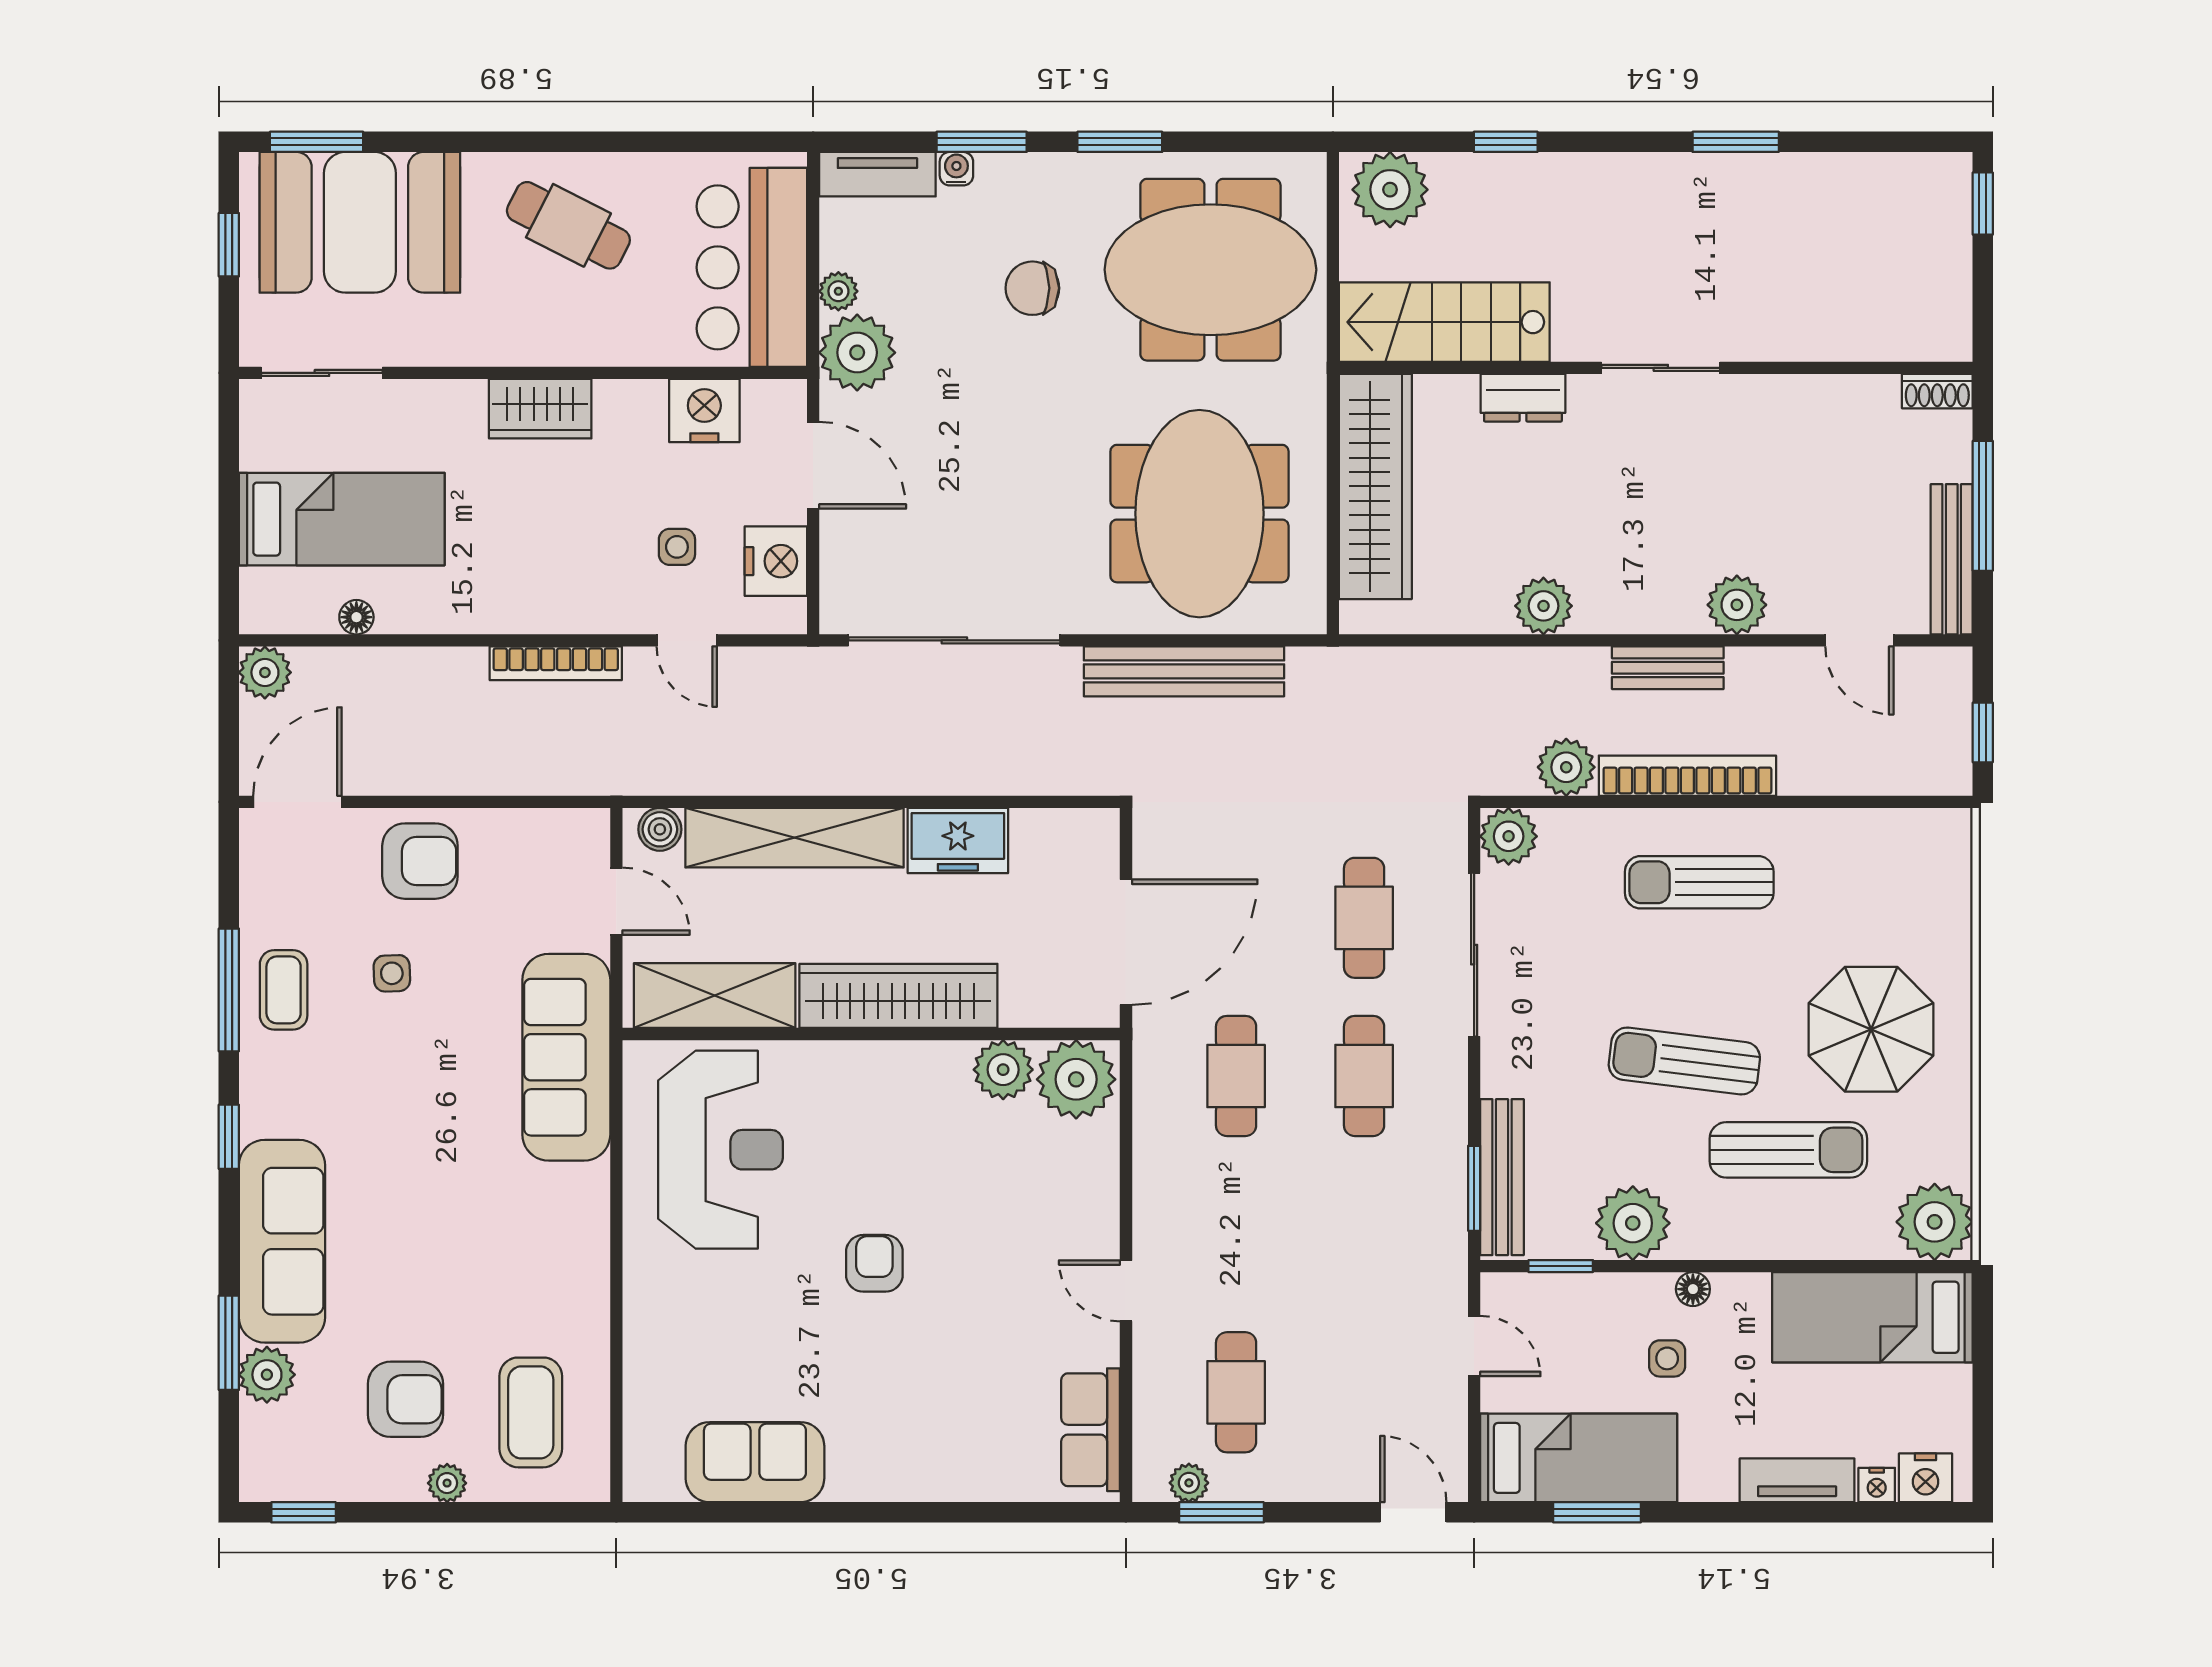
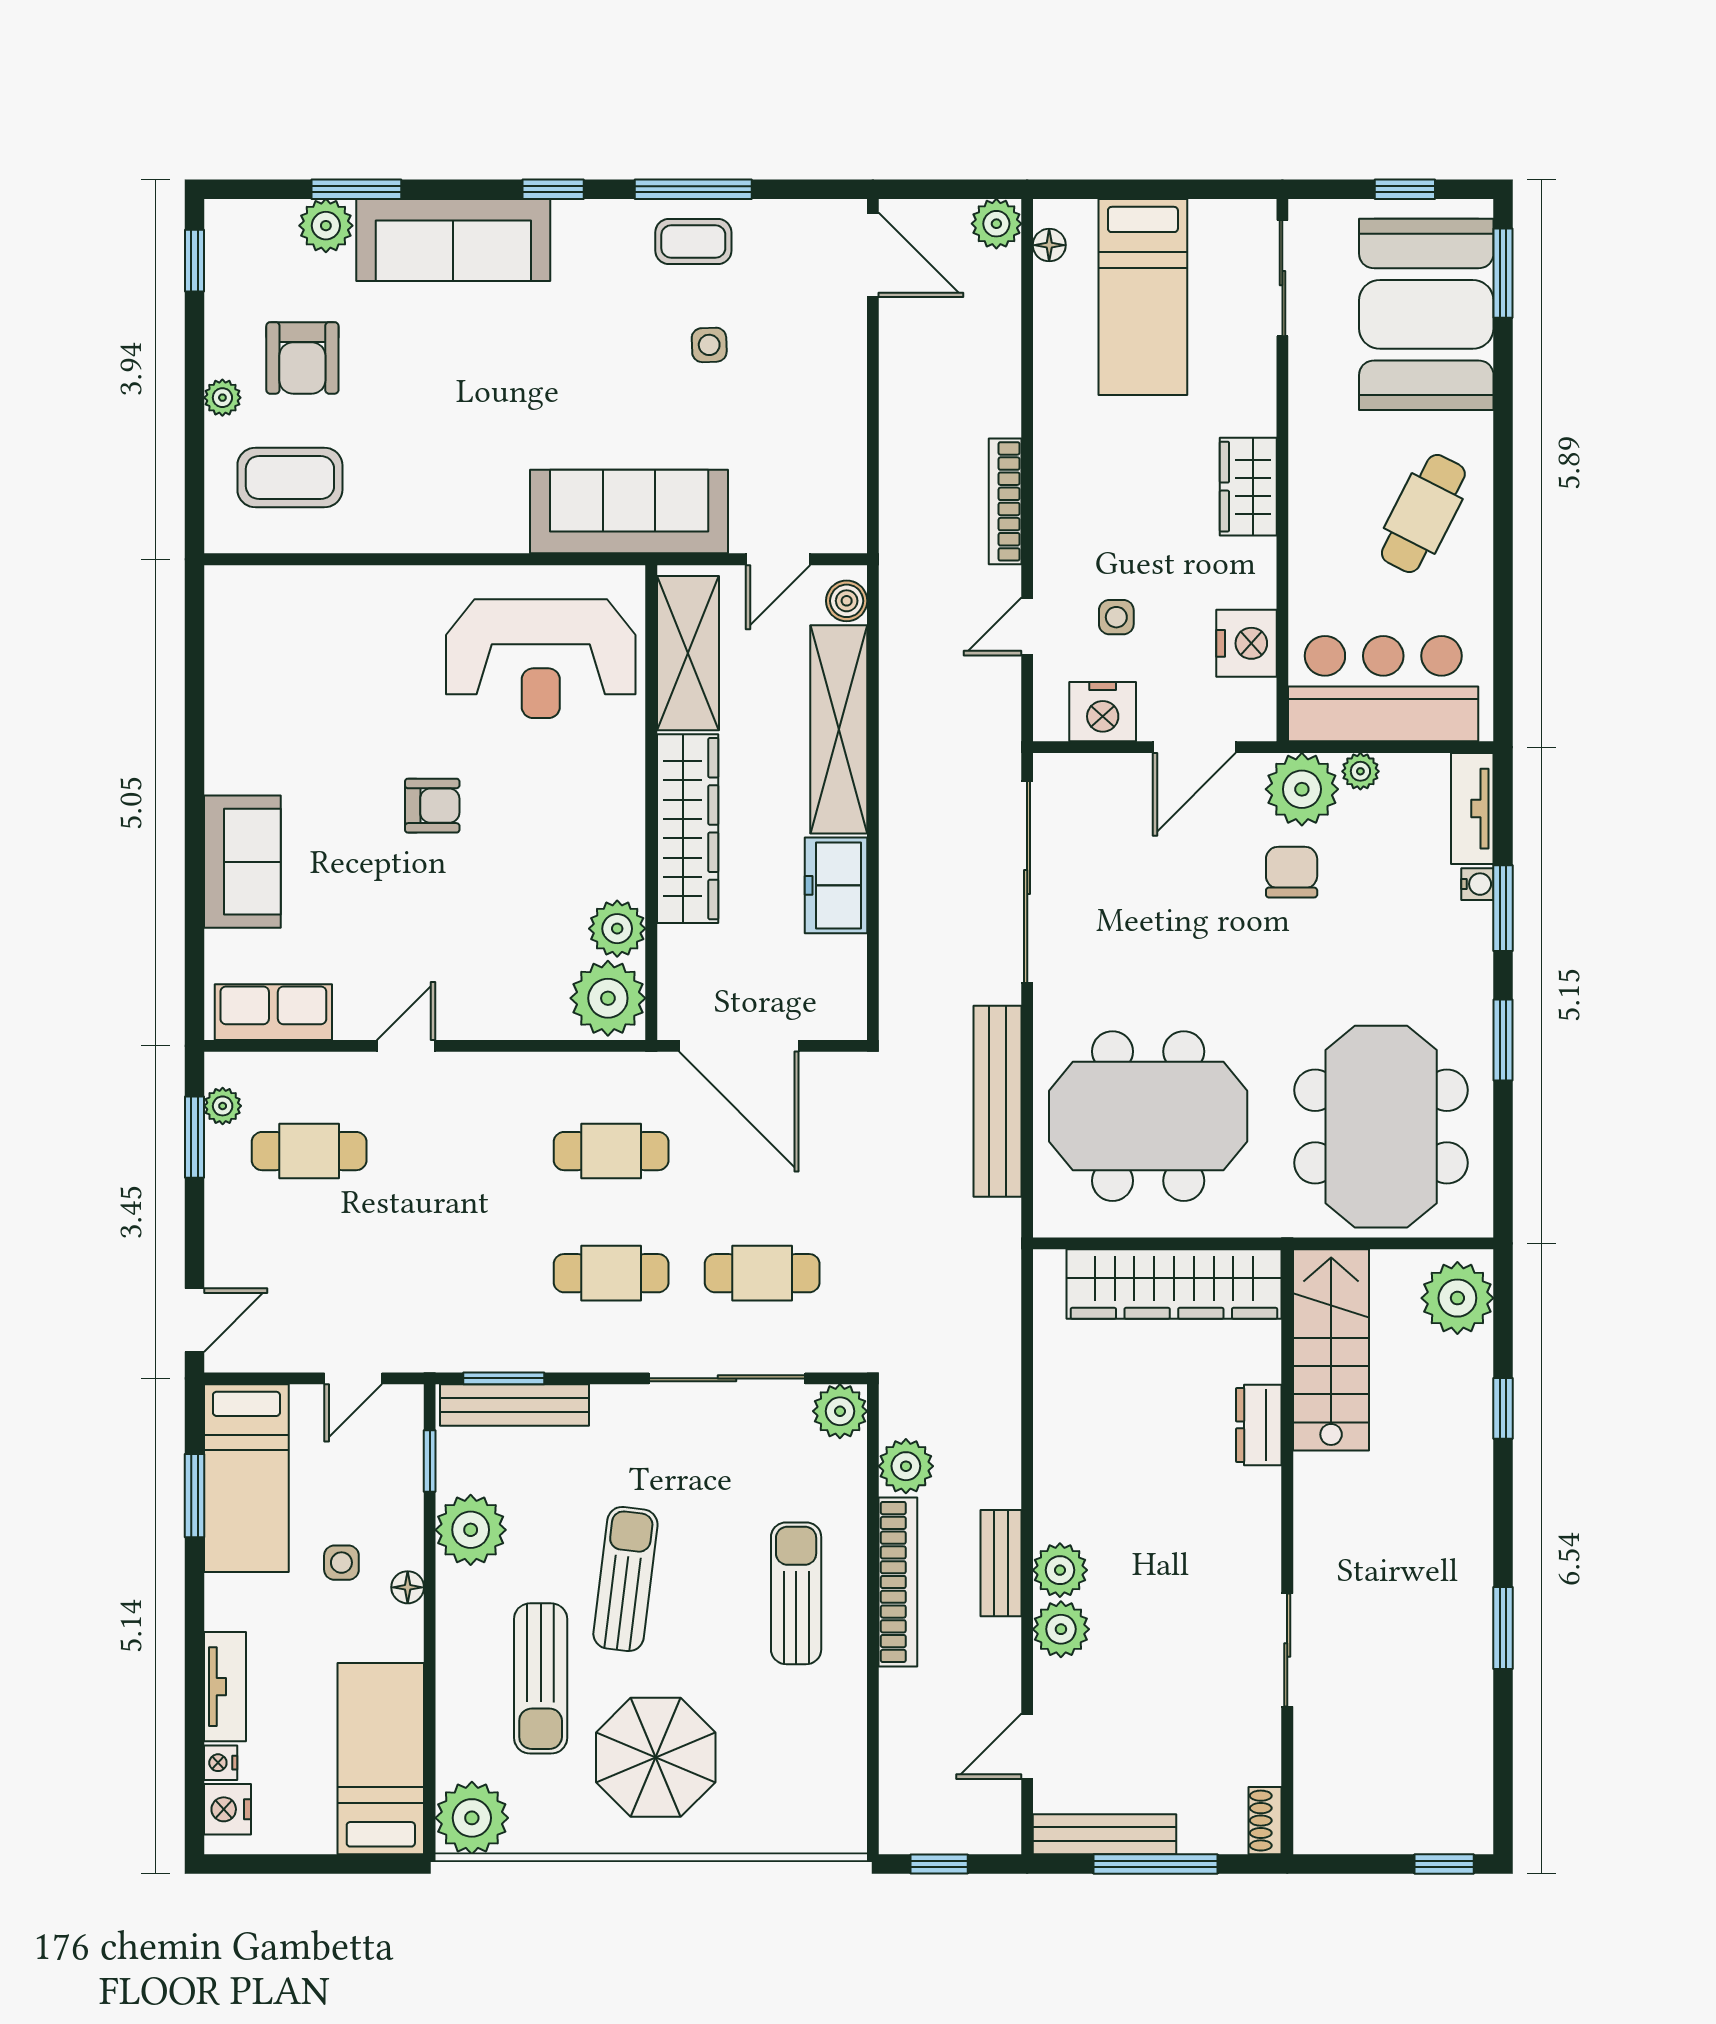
chair: (1032, 288) -> (1292, 872), moved
sliding door: (1661, 368) -> (1287, 1650), moved
plant: (1543, 606) -> (1060, 1570), moved
floor lamp: (356, 617) -> (1049, 245), moved
armchair: (420, 861) -> (816, 372), removed
sofa: (755, 1462) -> (242, 862), moved

